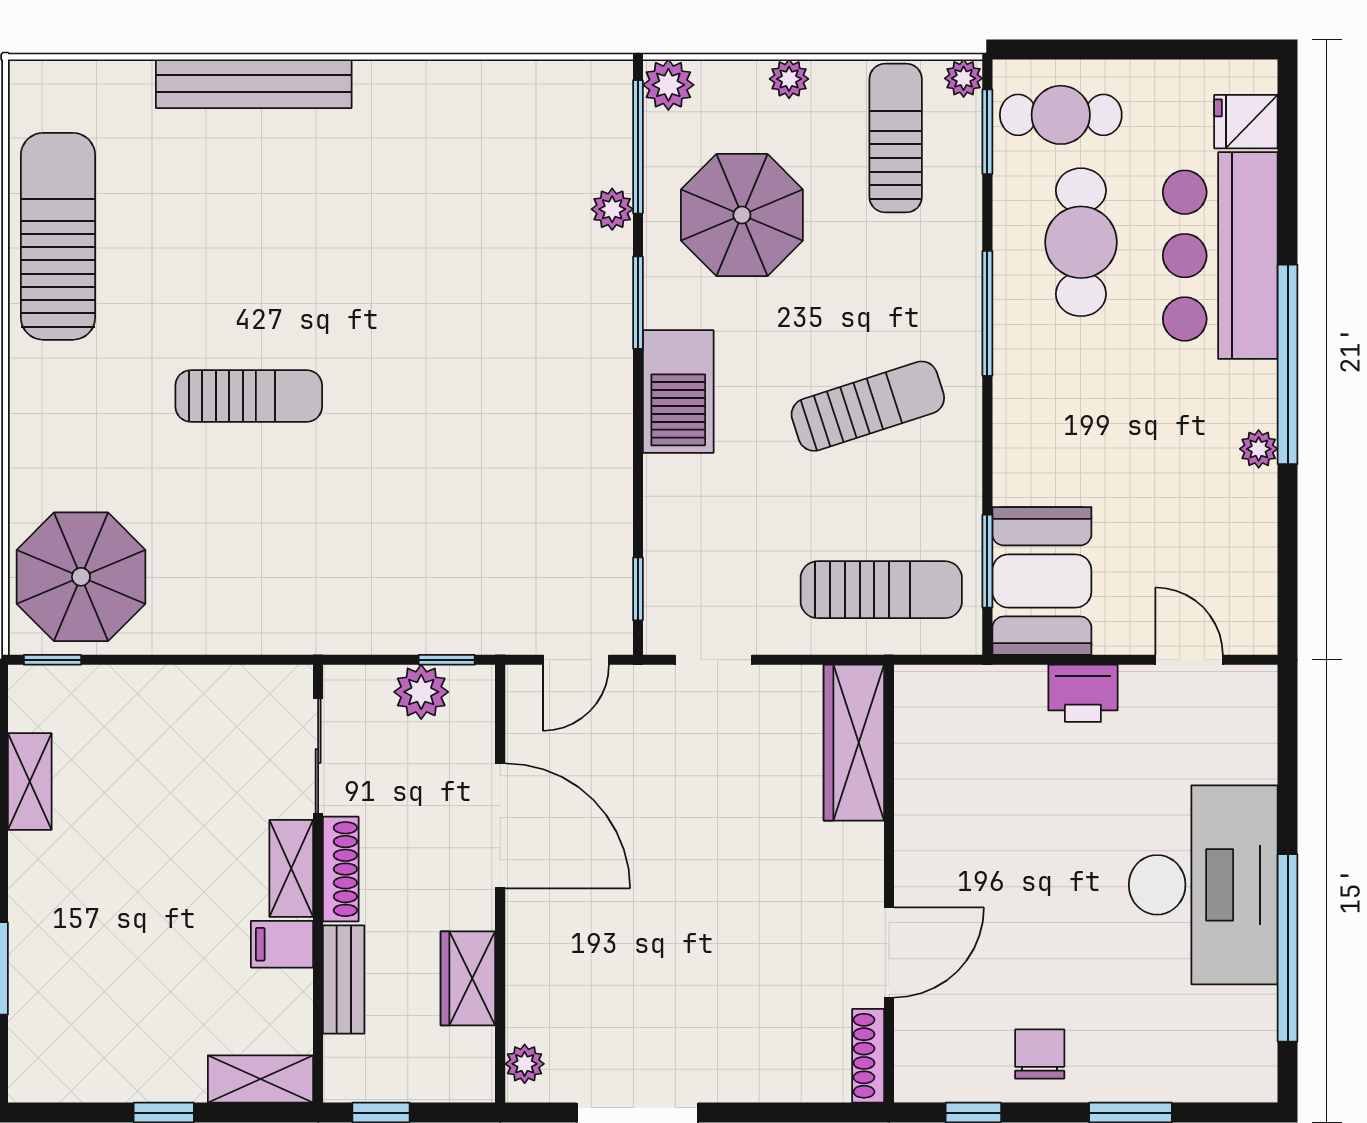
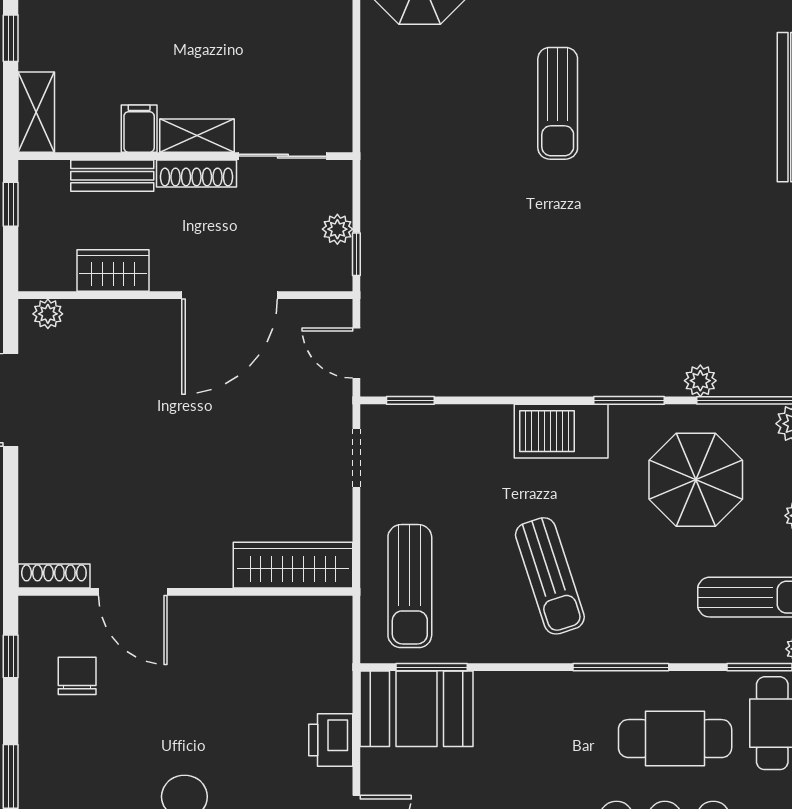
plant: (421, 692) -> (337, 229), width x0.73, depth x0.73
chair: (1040, 1054) -> (77, 676), moved, turned -90

